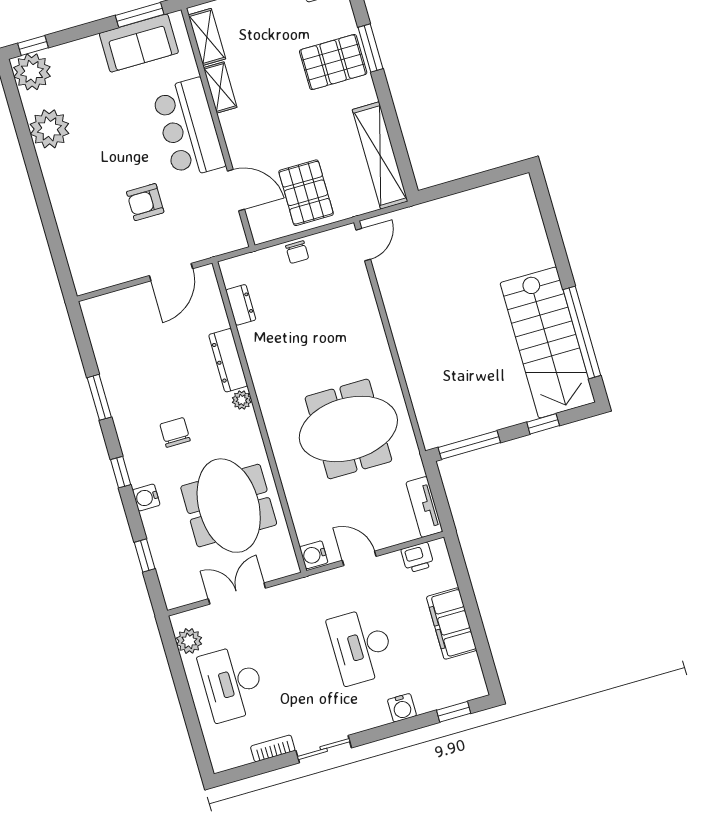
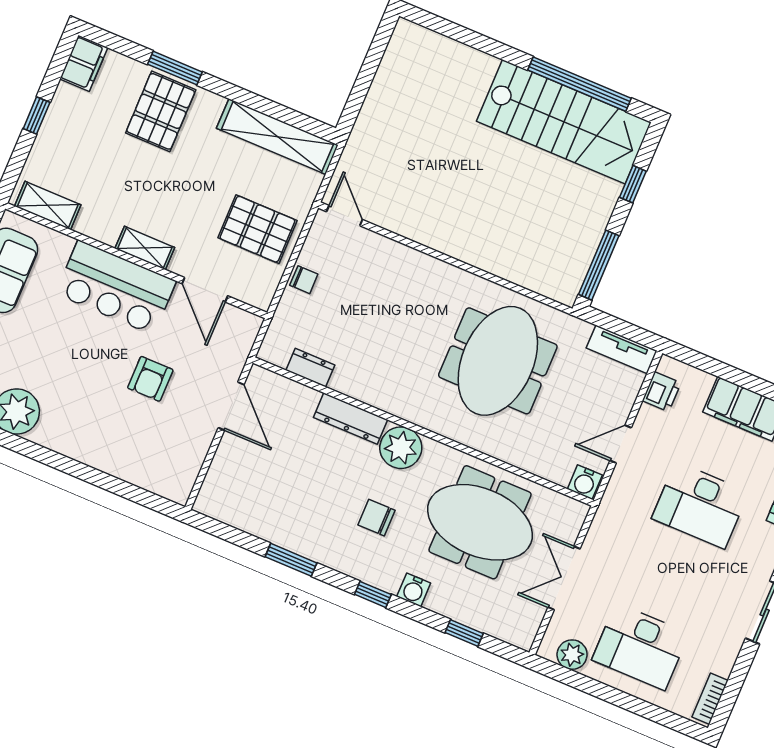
shelving: (220, 87) -> (145, 248), moved
door: (236, 190) -> (205, 290), swing flipped
plant: (242, 400) -> (401, 448), width x1.87, depth x1.87
bookcase: (273, 748) -> (710, 699), moved

